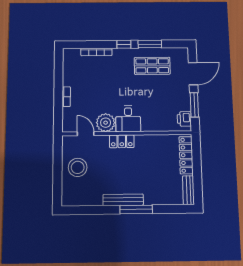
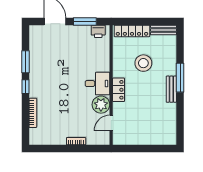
shop shelf: (152, 66) -> (47, 60), removed
stool: (78, 167) -> (143, 63), moved
bench: (123, 200) -> (171, 89), width x0.73

